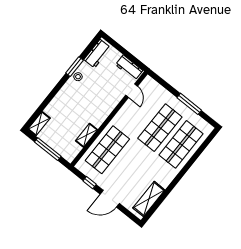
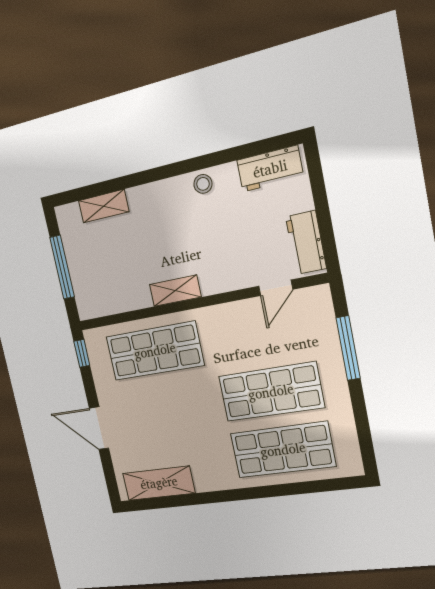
window: (74, 67) -> (211, 160), removed
window: (189, 104) -> (348, 348), moved
shelving: (39, 124) -> (104, 206), moved
shelving: (86, 135) -> (175, 291), moved
window: (90, 183) -> (82, 353), moved

